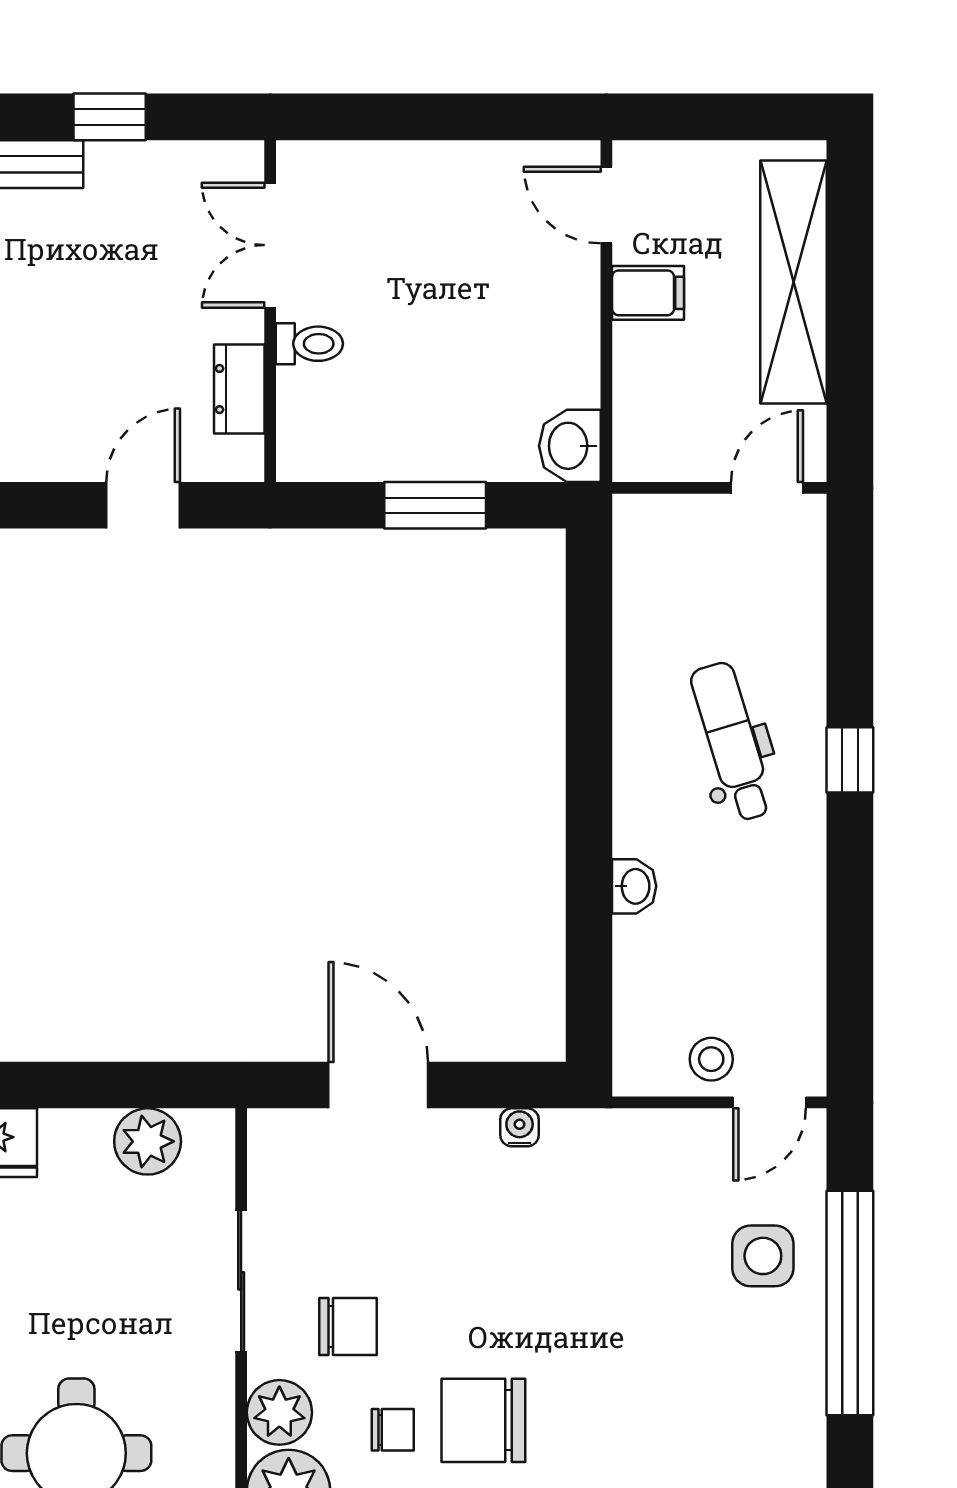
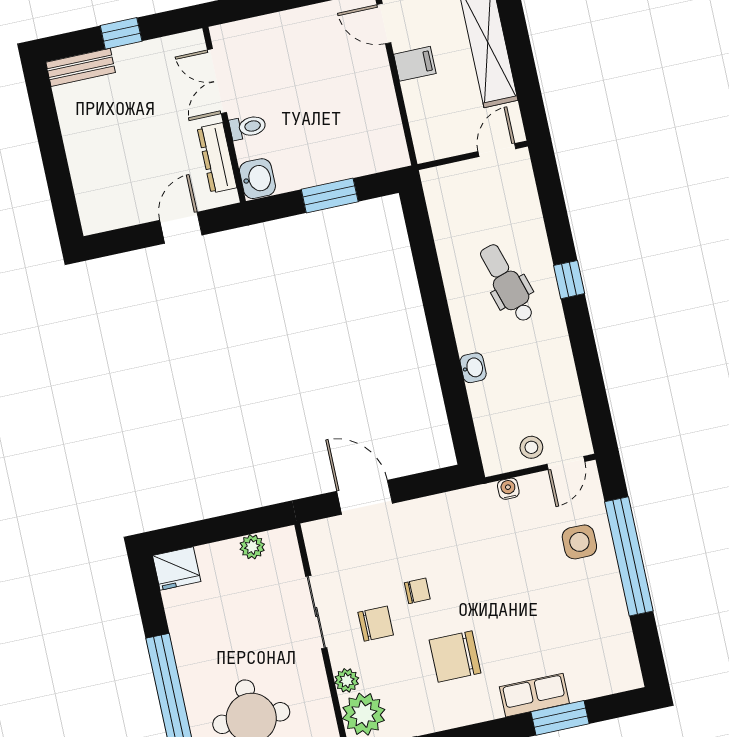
dresser: (239, 389) -> (217, 158), width x1.44
washbasin: (570, 446) -> (257, 179), moved, turned 180
water cooler: (520, 1127) -> (508, 489), moved
plant: (148, 1141) -> (252, 547), width x0.73, depth x0.73
plant: (279, 1412) -> (347, 680), width x0.73, depth x0.73
chair: (393, 1430) -> (417, 591), moved

